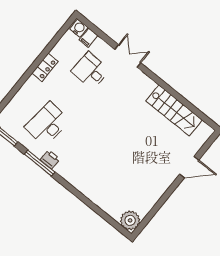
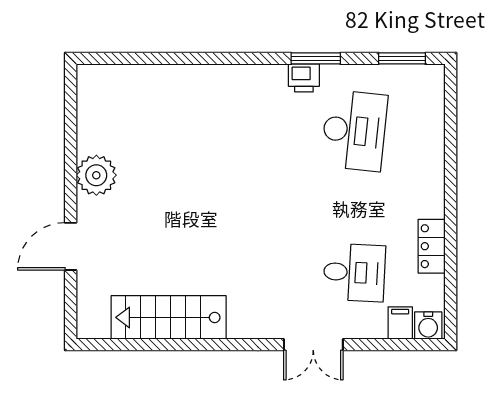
locker: (45, 67) -> (432, 246), moved
window: (40, 163) -> (316, 58), width x0.69
plant: (130, 220) -> (96, 175), moved

